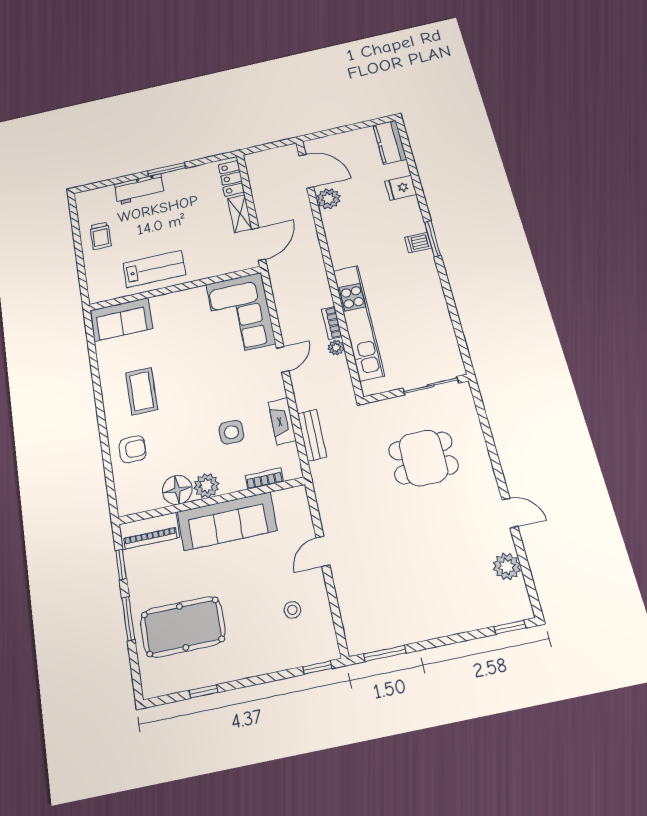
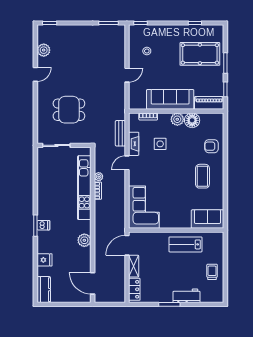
plant: (328, 199) -> (84, 240), moved
door: (283, 359) -> (127, 163), moved
door: (510, 513) -> (35, 74), swing flipped

